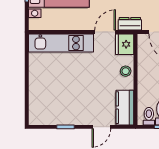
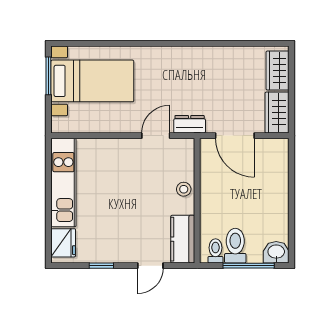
kitchen unit: (61, 43) -> (63, 183), moved, turned -90
fridge: (125, 44) -> (63, 243), moved, turned 180

